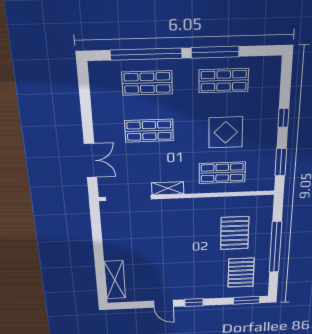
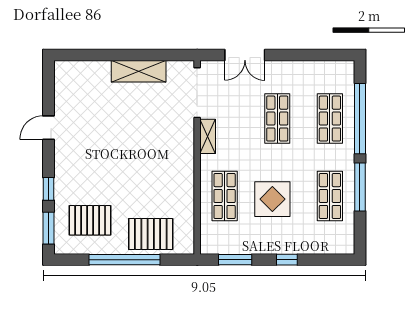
pallet: (235, 233) -> (151, 234), moved
shelving: (115, 280) -> (139, 71), moved
window: (194, 303) -> (49, 189), moved

